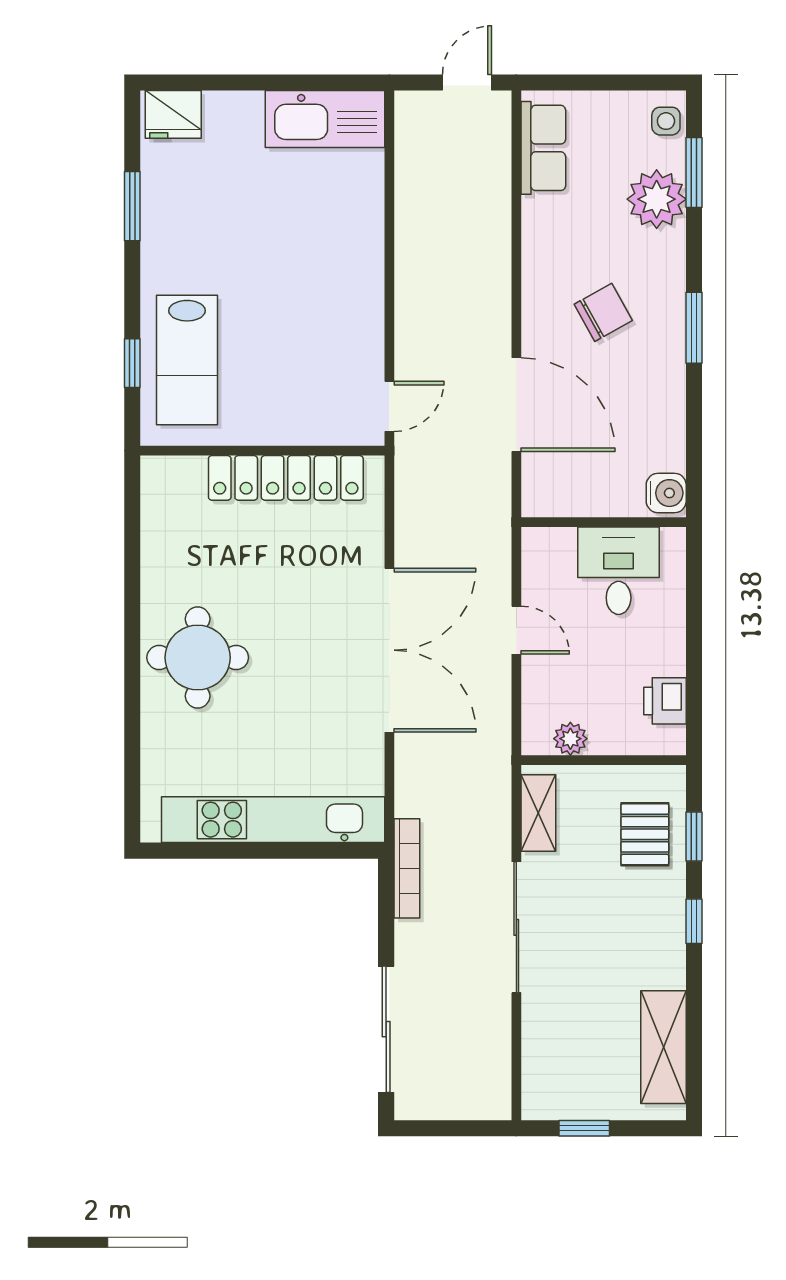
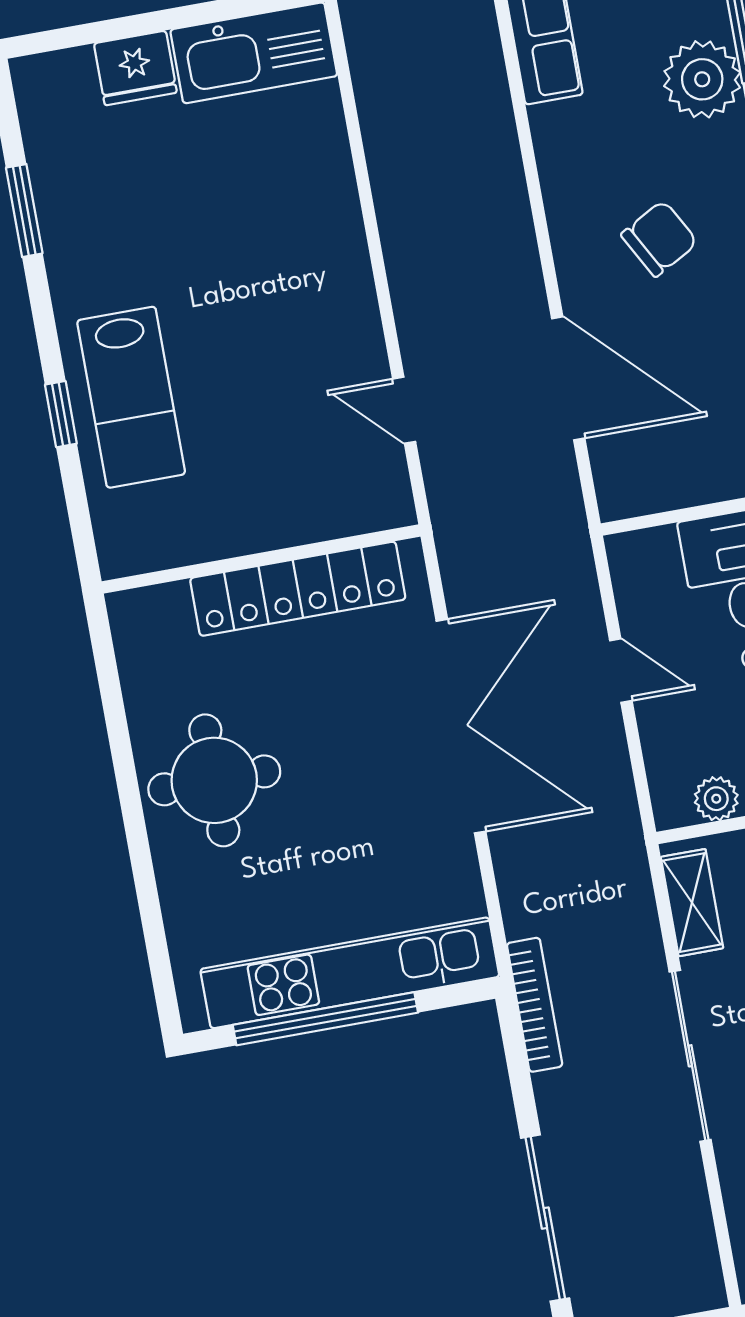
fridge: (173, 114) -> (135, 68), moved
door: (389, 406) -> (404, 410), swing flipped
wall: (262, 451) -> (261, 559), moved
locker: (286, 478) -> (298, 589), moved
window: (249, 851) -> (325, 1019), added

